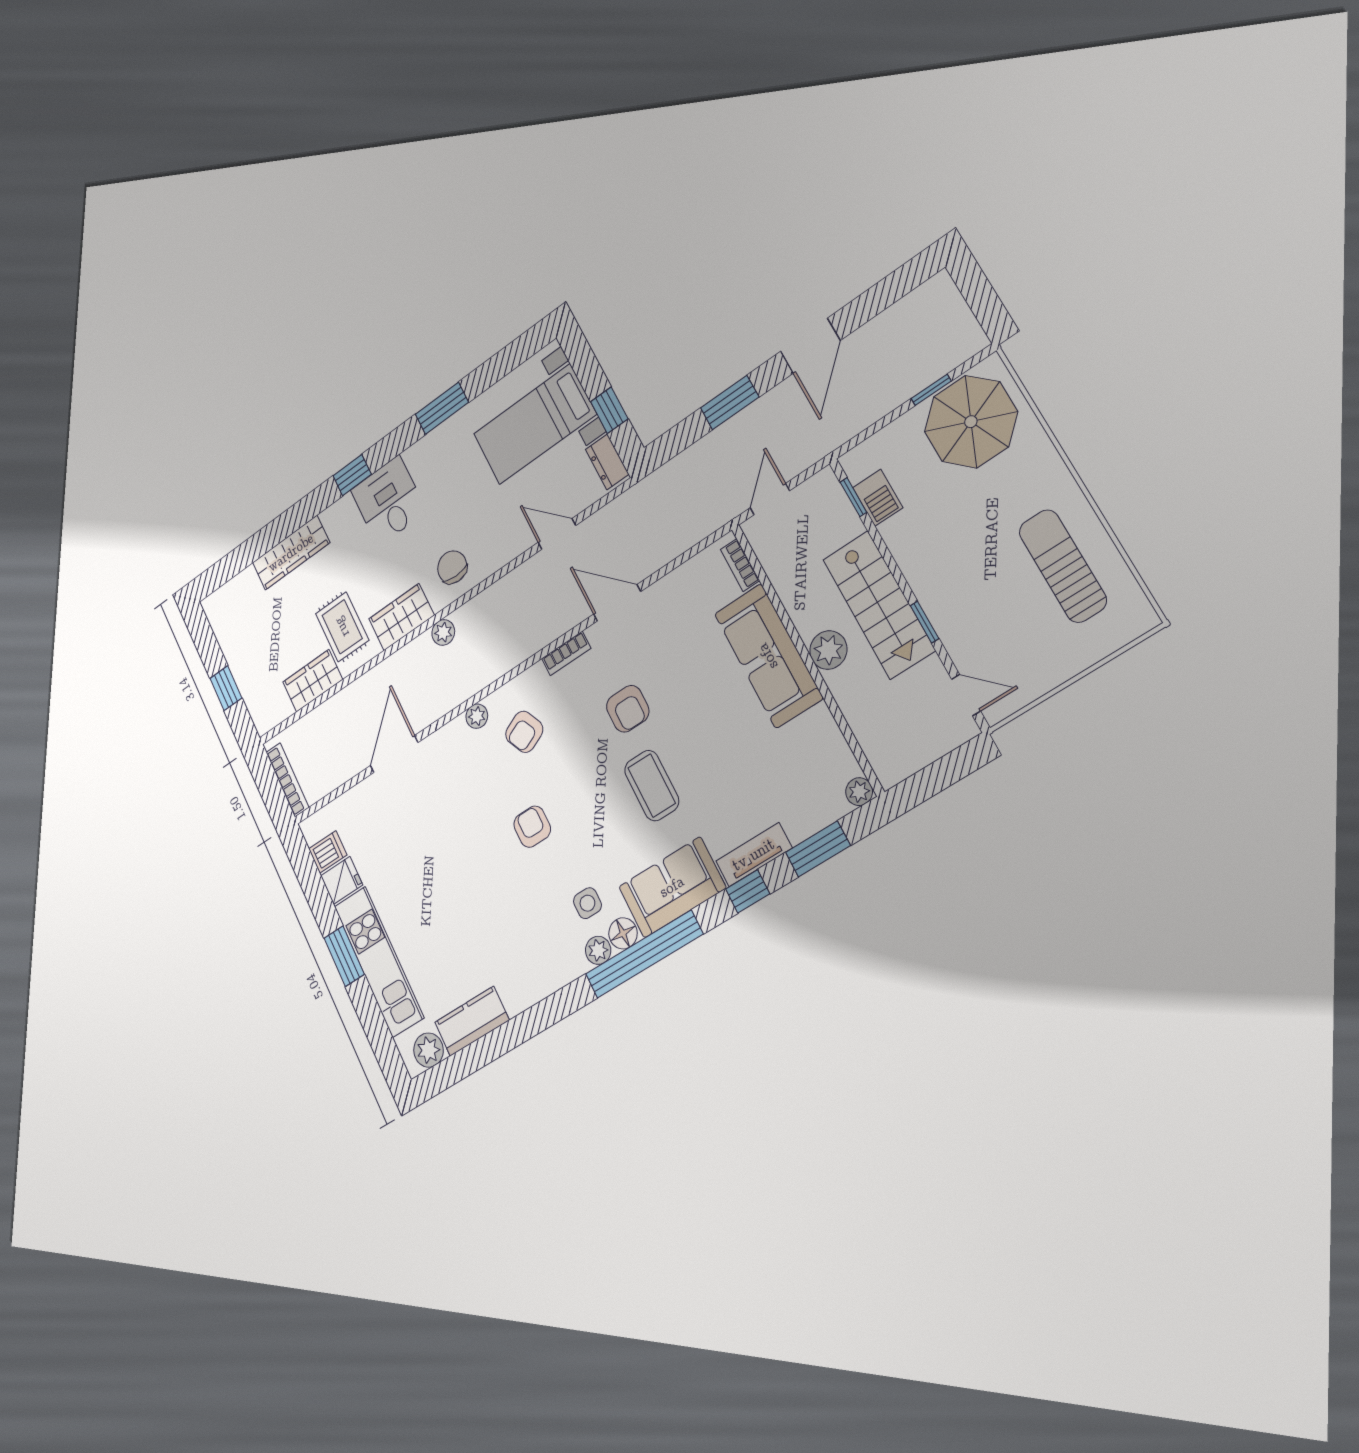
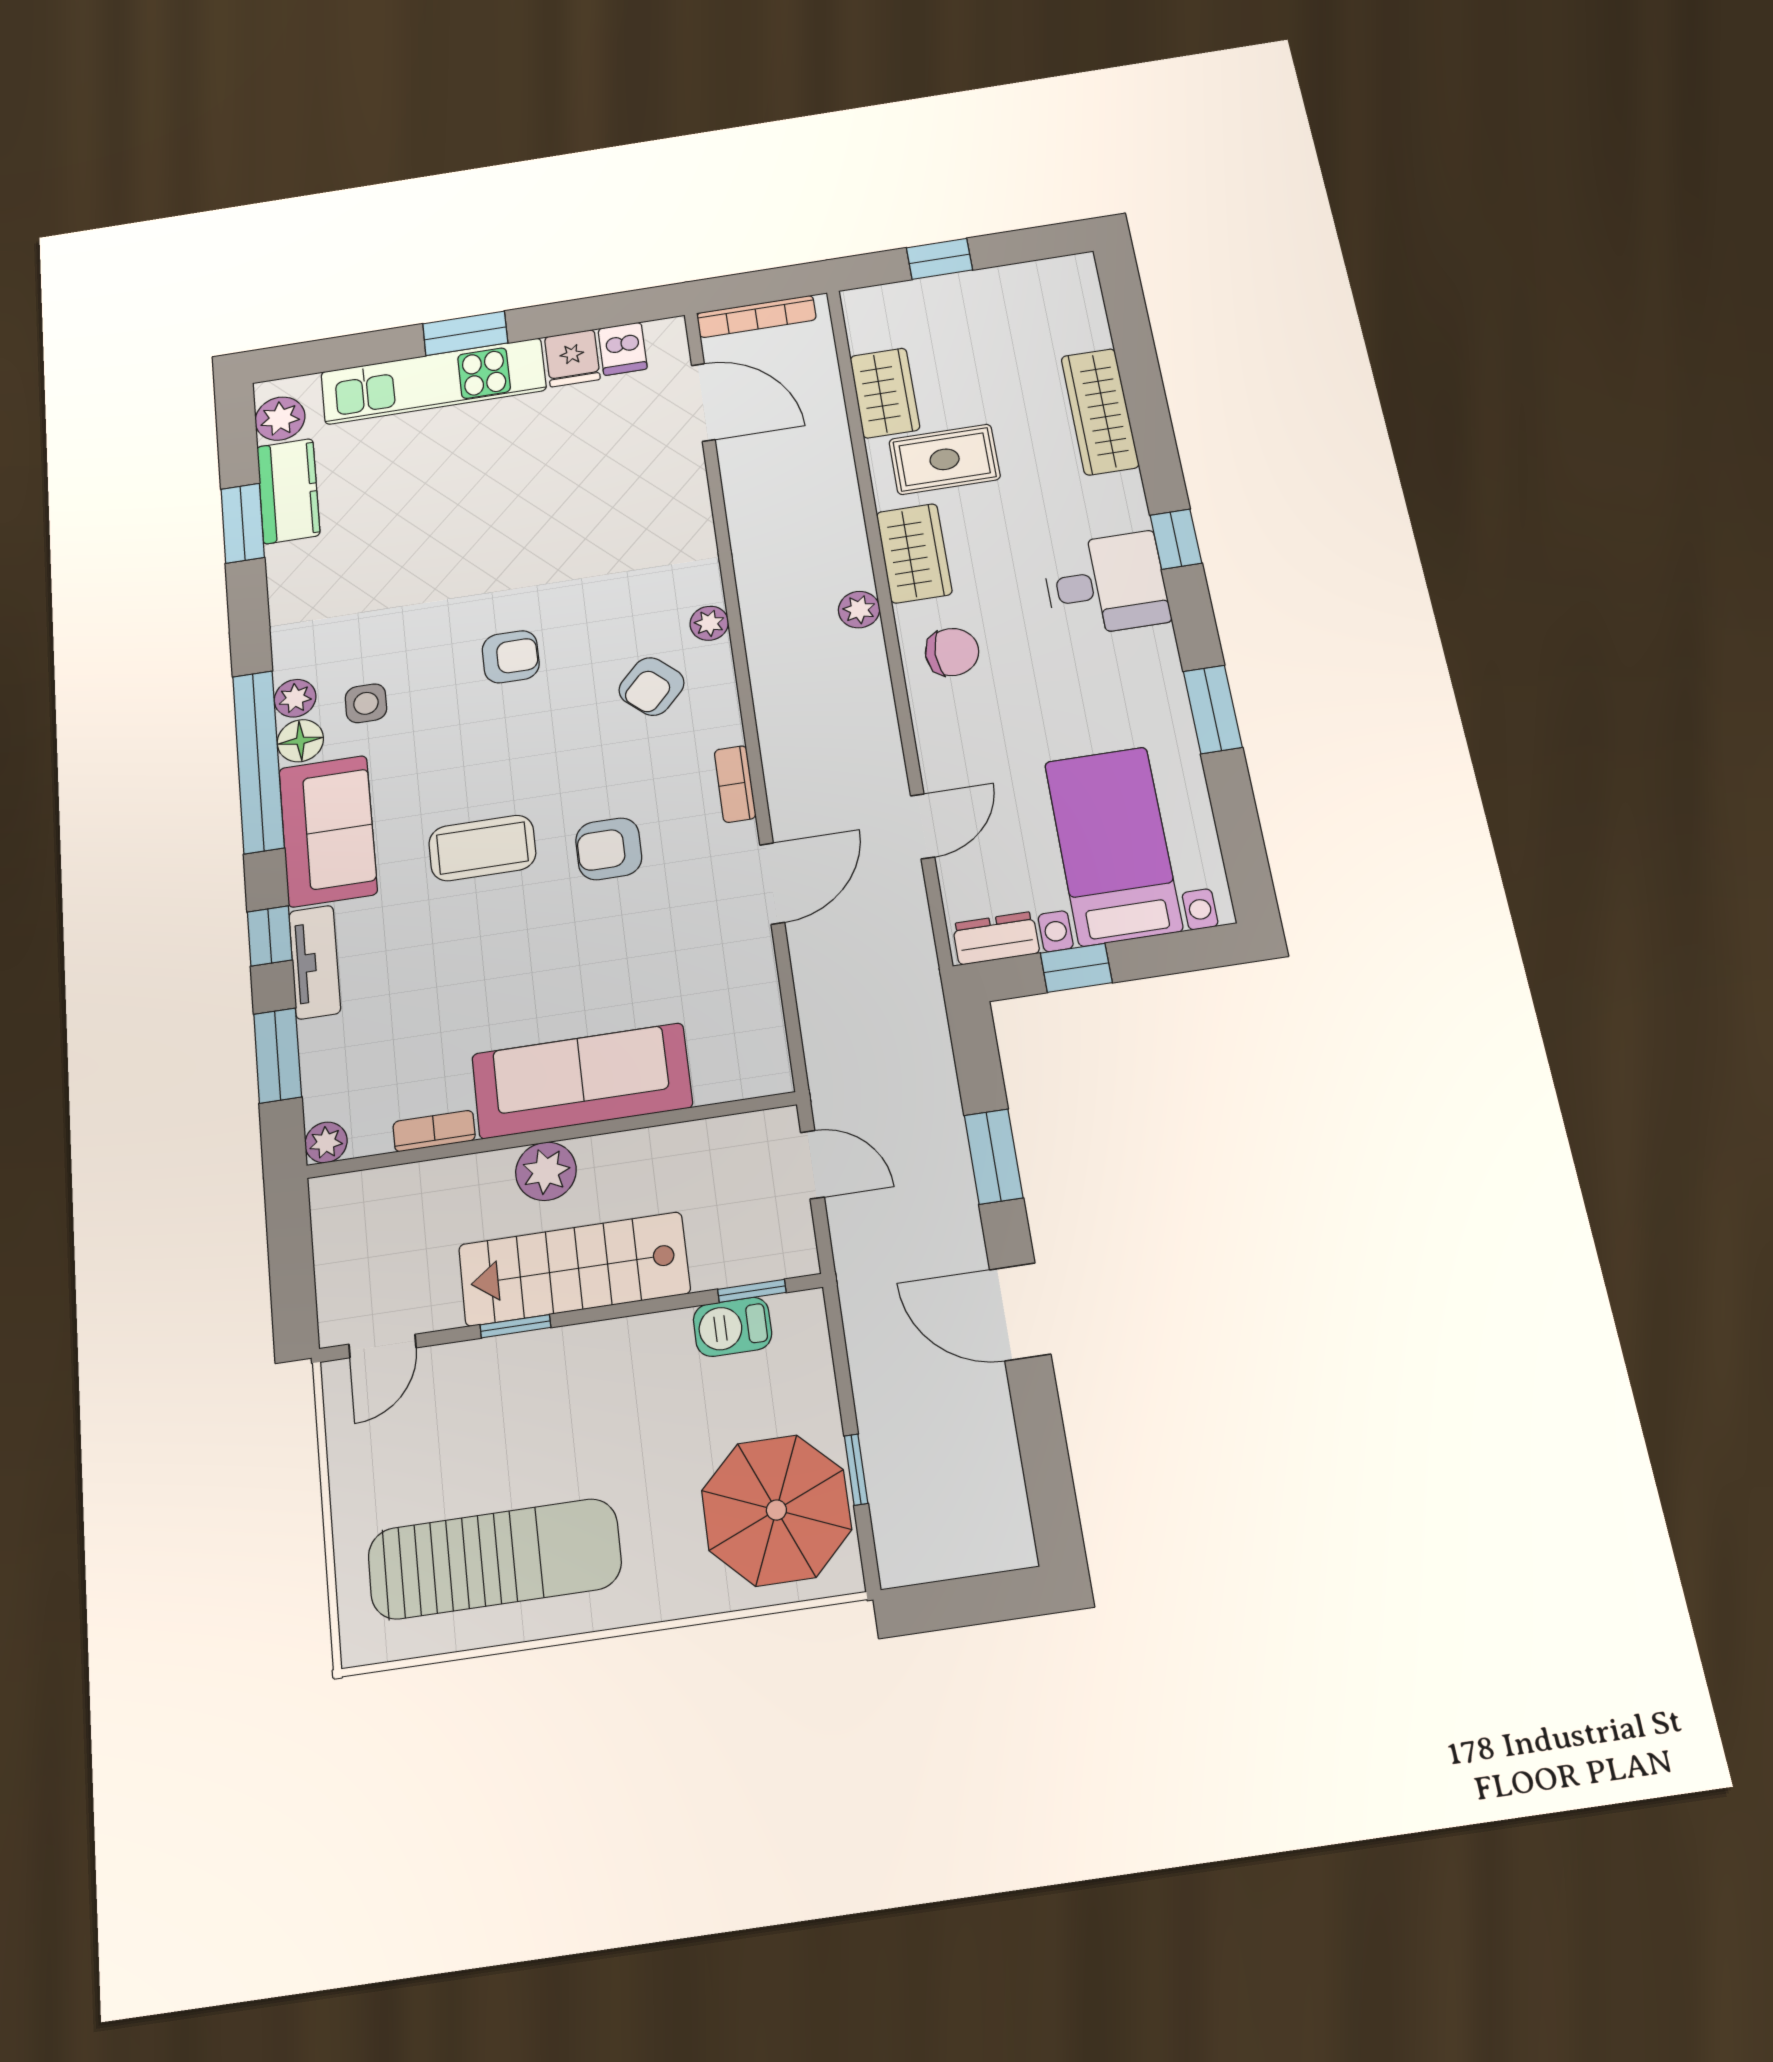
bookcase: (740, 565) -> (434, 1131), moved
sun lounger: (1063, 566) -> (494, 1559), width x1.36, depth x1.34
armchair: (524, 732) -> (652, 686), turned -112
door: (394, 754) -> (703, 402), moved
window: (500, 1041) -> (243, 523), added

